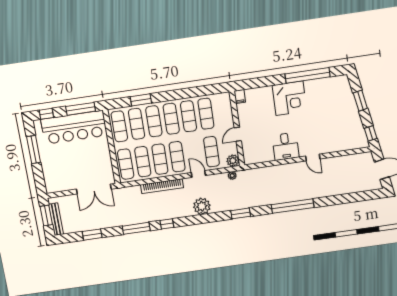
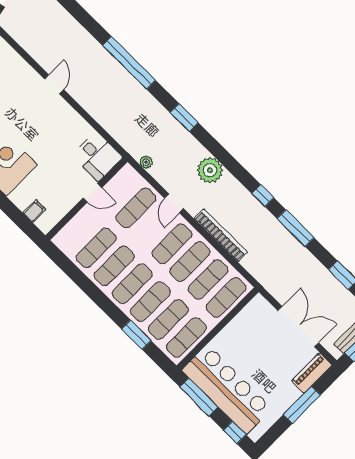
filing cabinet: (240, 97) -> (34, 211), moved
desk: (286, 146) -> (97, 156), moved, turned 90
window: (34, 150) -> (302, 405), moved
plant: (233, 161) -> (128, 175), removed
piano: (50, 180) -> (312, 373), added
double door: (94, 189) -> (298, 327), moved

